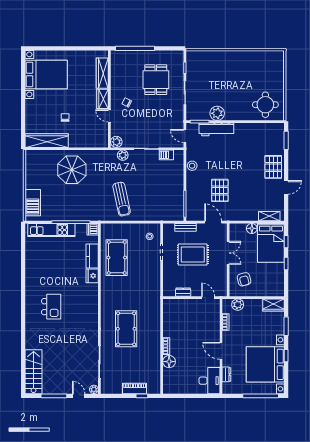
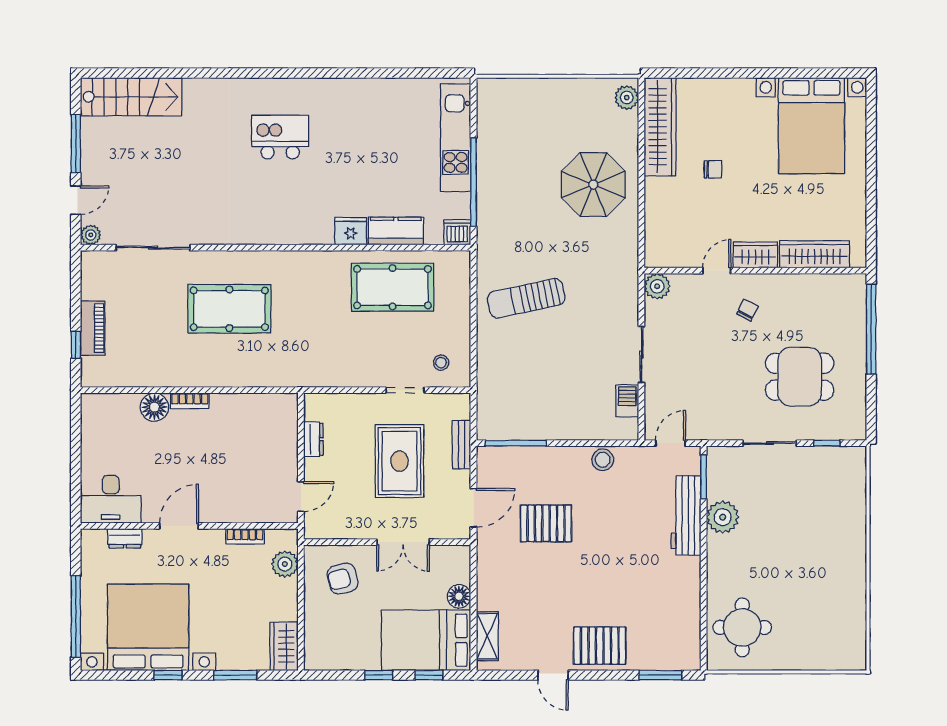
plant: (123, 155) -> (627, 98), moved
barbecue: (33, 203) -> (518, 95), removed
kitchen island: (51, 307) -> (280, 137), turned 180

